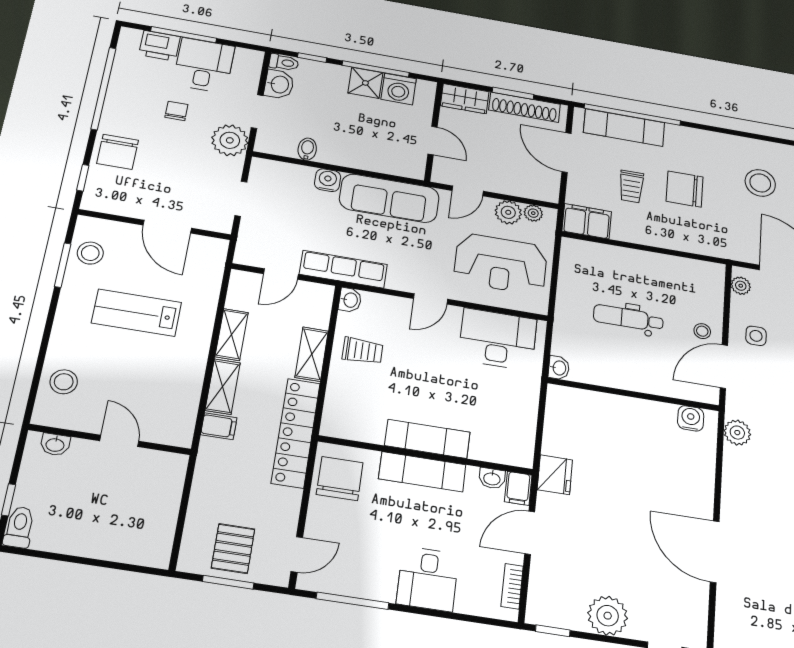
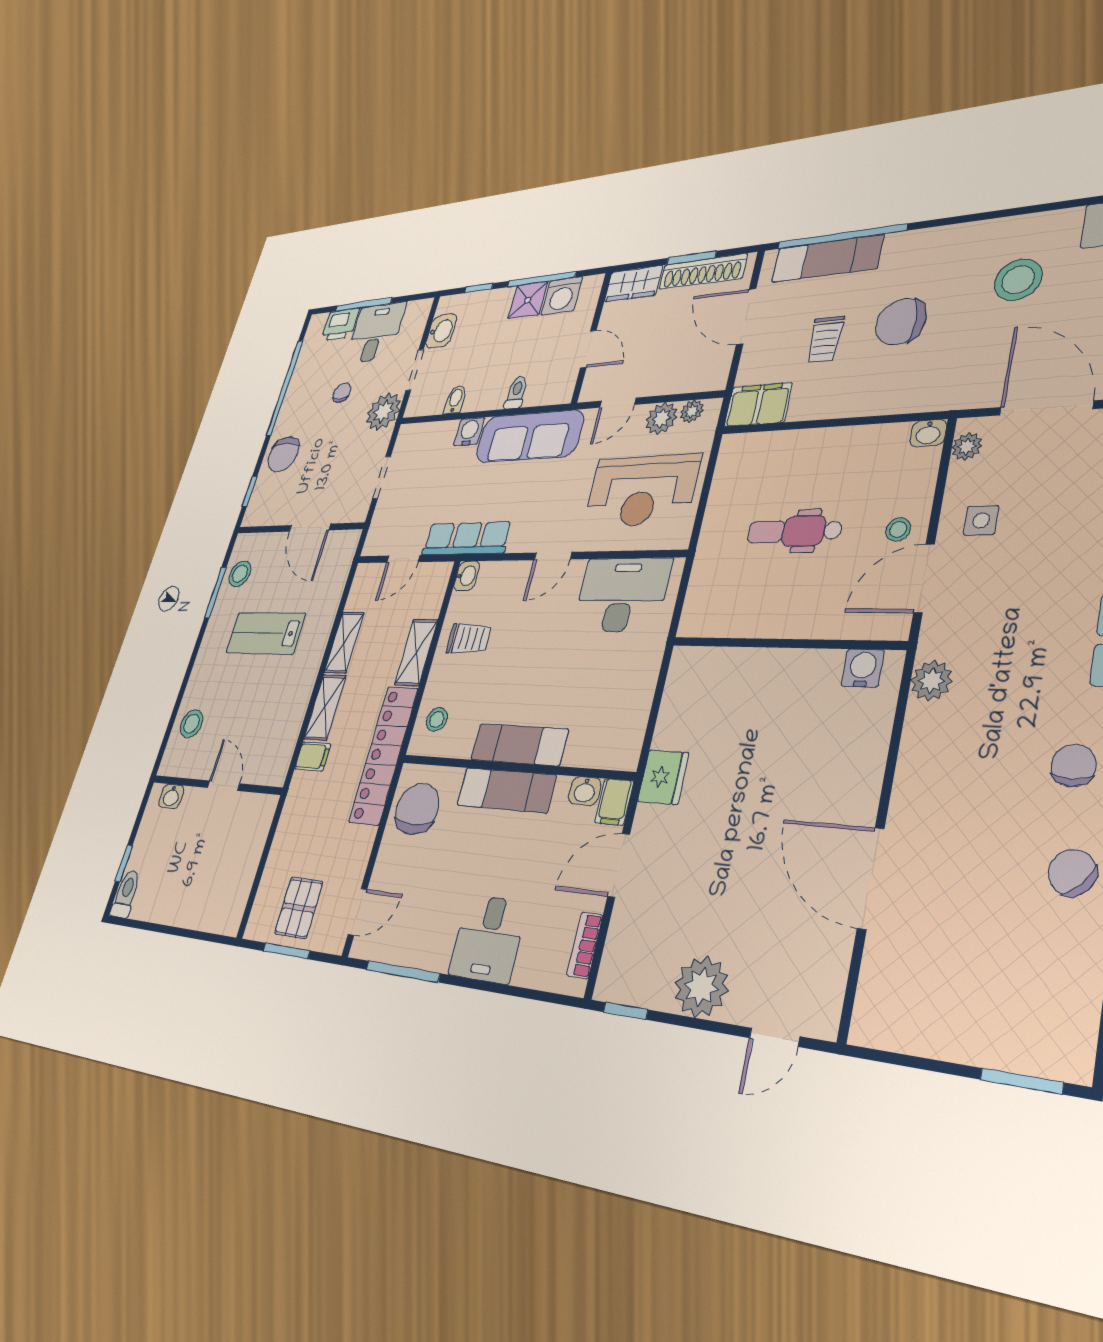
toilet: (284, 62) -> (516, 393), moved, turned -90
washbasin: (559, 368) -> (928, 433), moved, turned 90
stool: (344, 411) -> (437, 719), added

